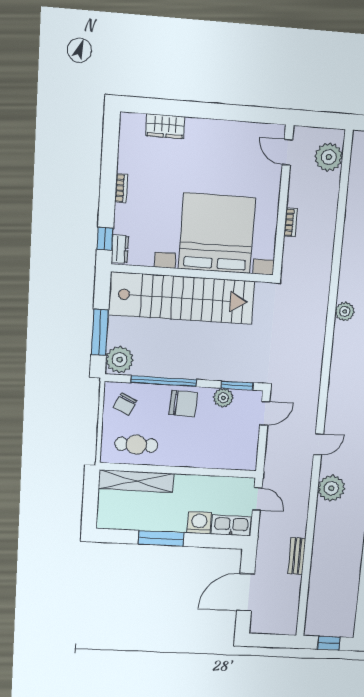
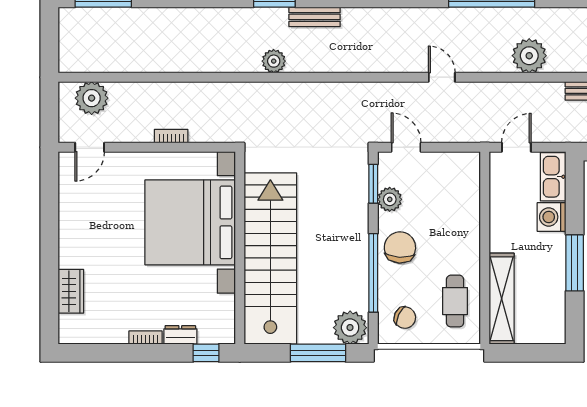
dresser: (120, 249) -> (180, 335), moved
plant: (331, 488) -> (529, 56), moved

